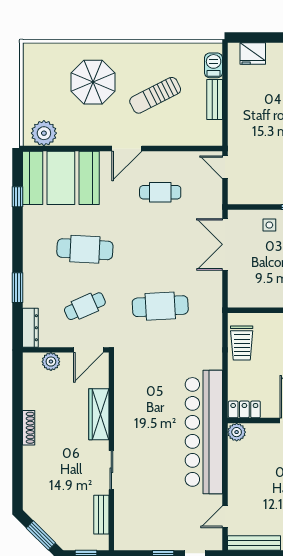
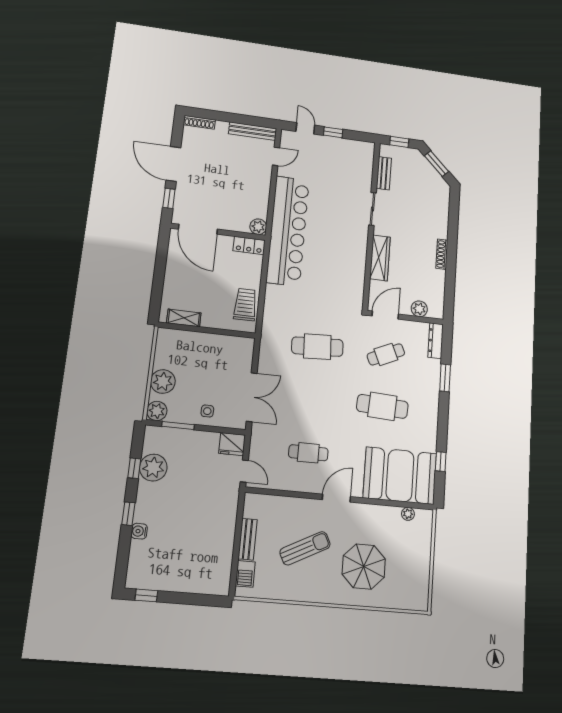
fridge: (253, 54) -> (232, 444), moved, turned 180
plant: (44, 133) -> (408, 514), width x0.53, depth x0.53

